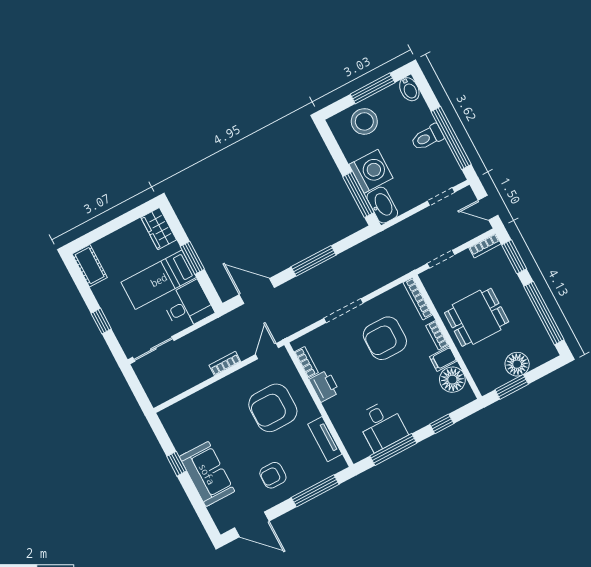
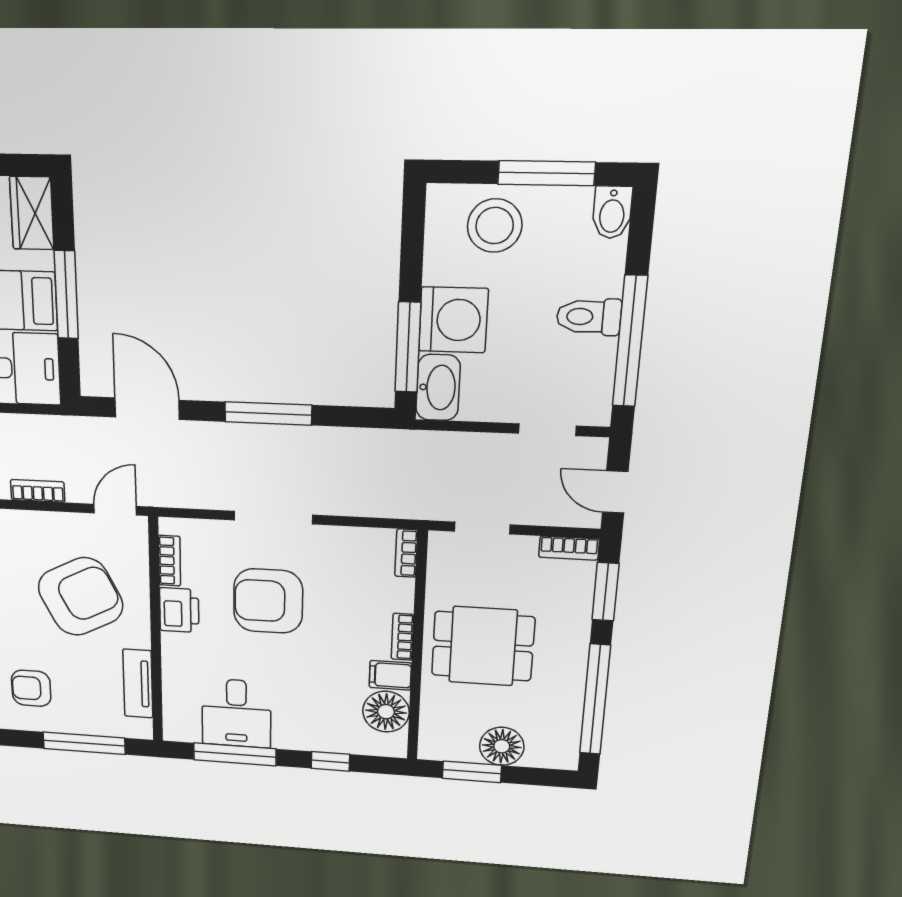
window: (192, 258) -> (66, 295), width x1.44
bookcase: (418, 299) -> (406, 553), width x0.64
armchair: (385, 338) -> (268, 601), moved
armchair: (273, 408) -> (81, 597), turned 153

